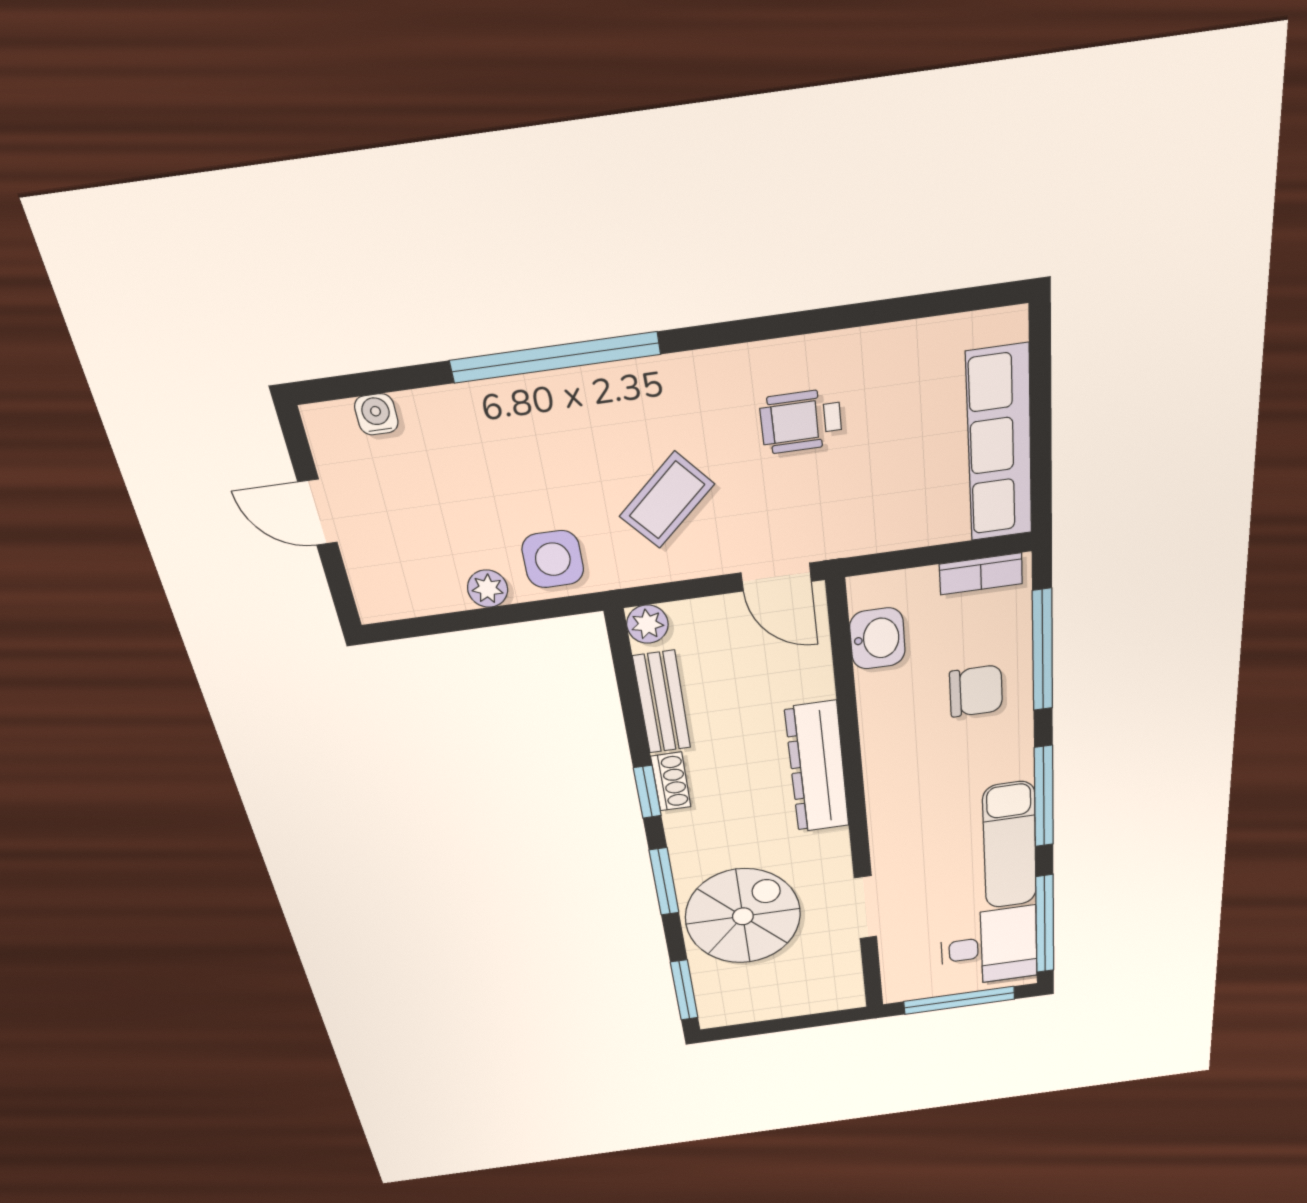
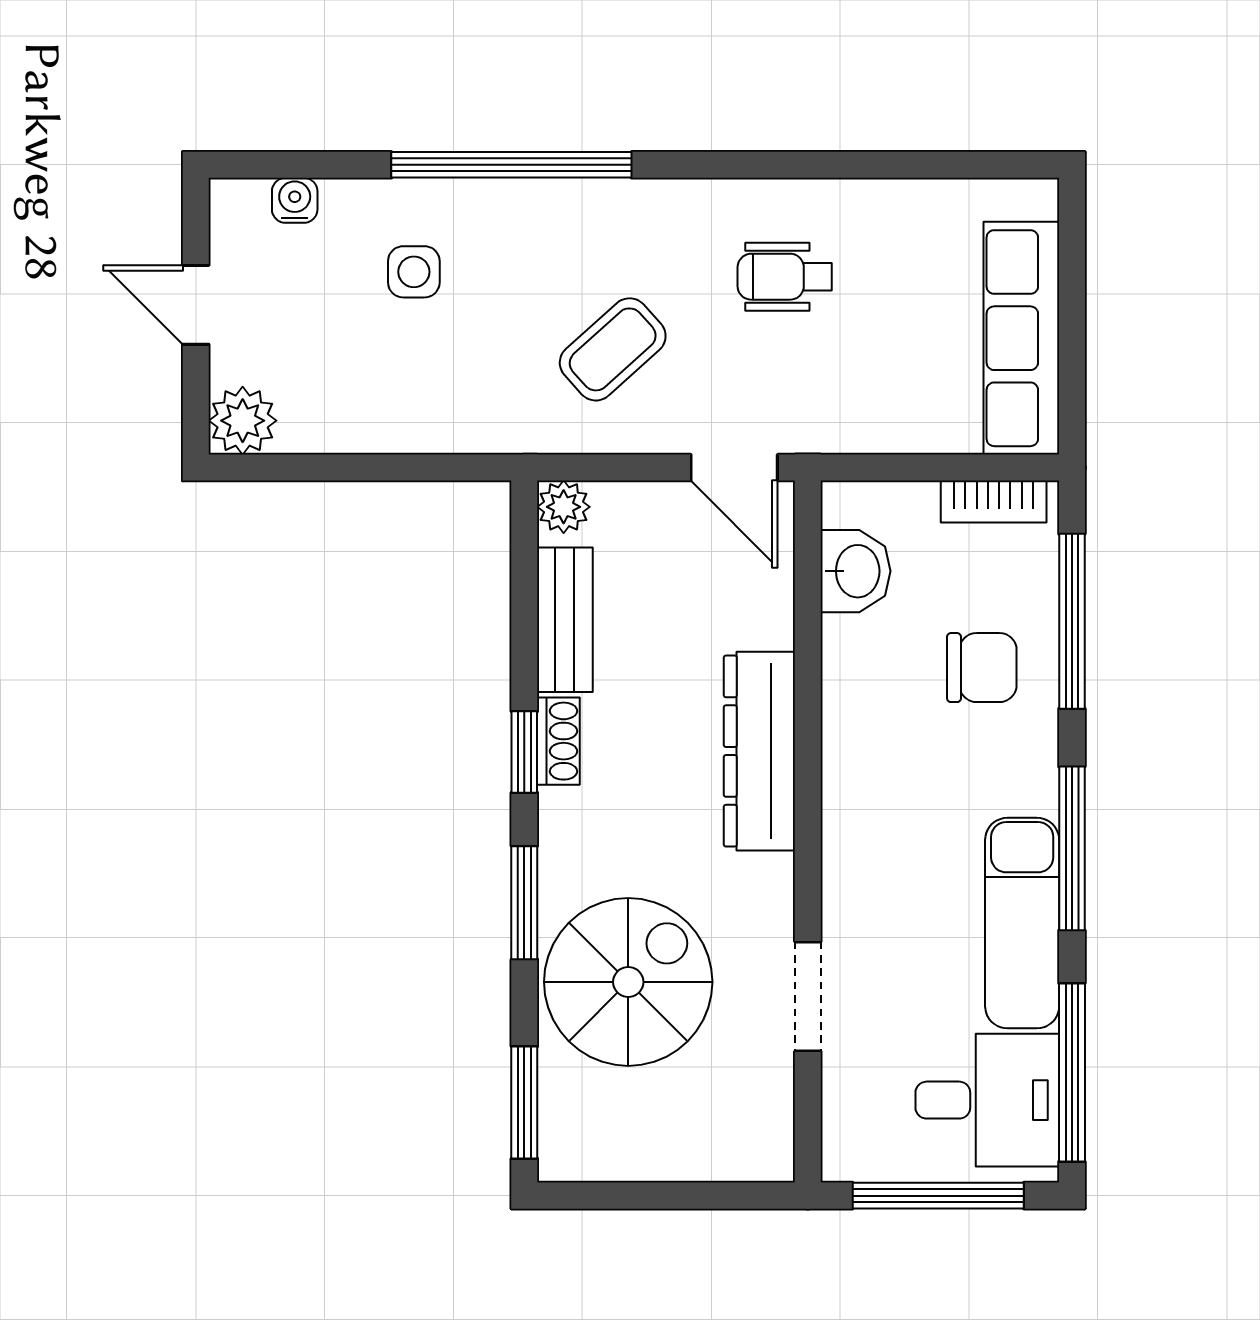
side table: (553, 559) -> (414, 272), moved, width x0.73, depth x0.73
plant: (488, 589) -> (243, 421), moved, width x1.38, depth x1.38

